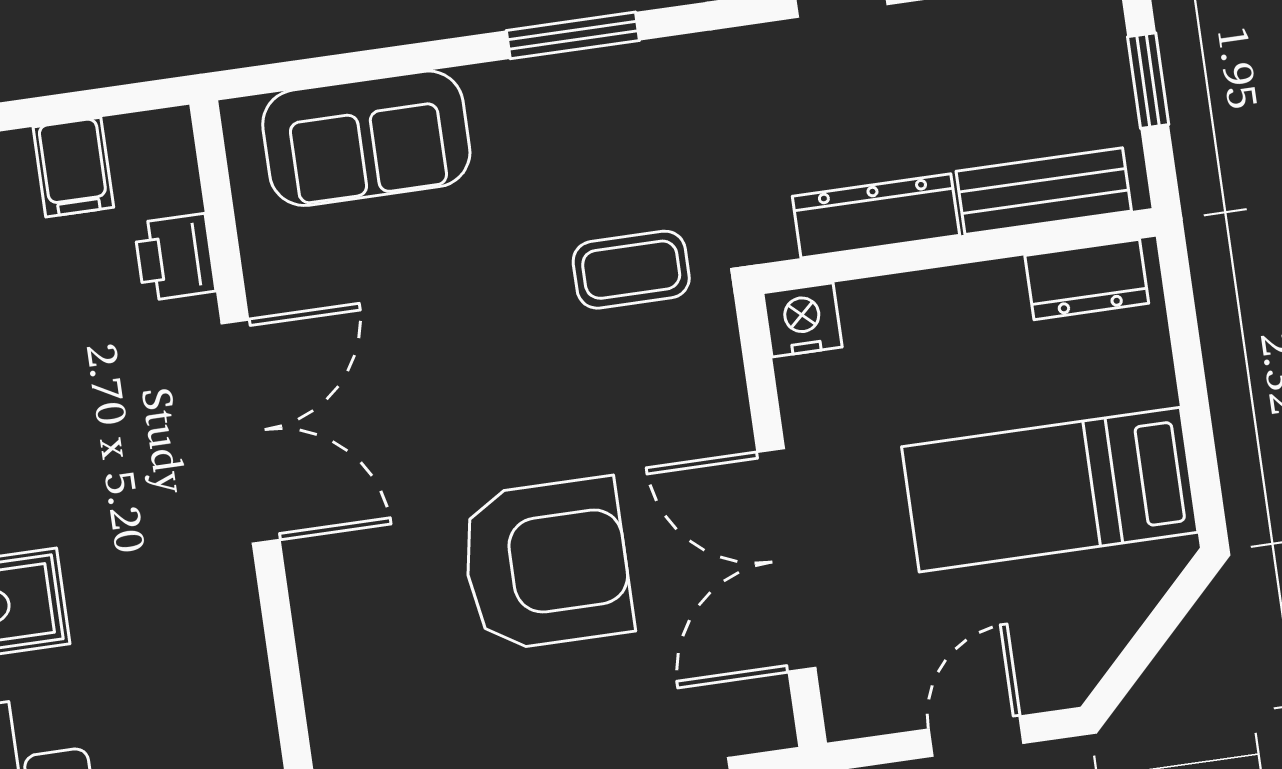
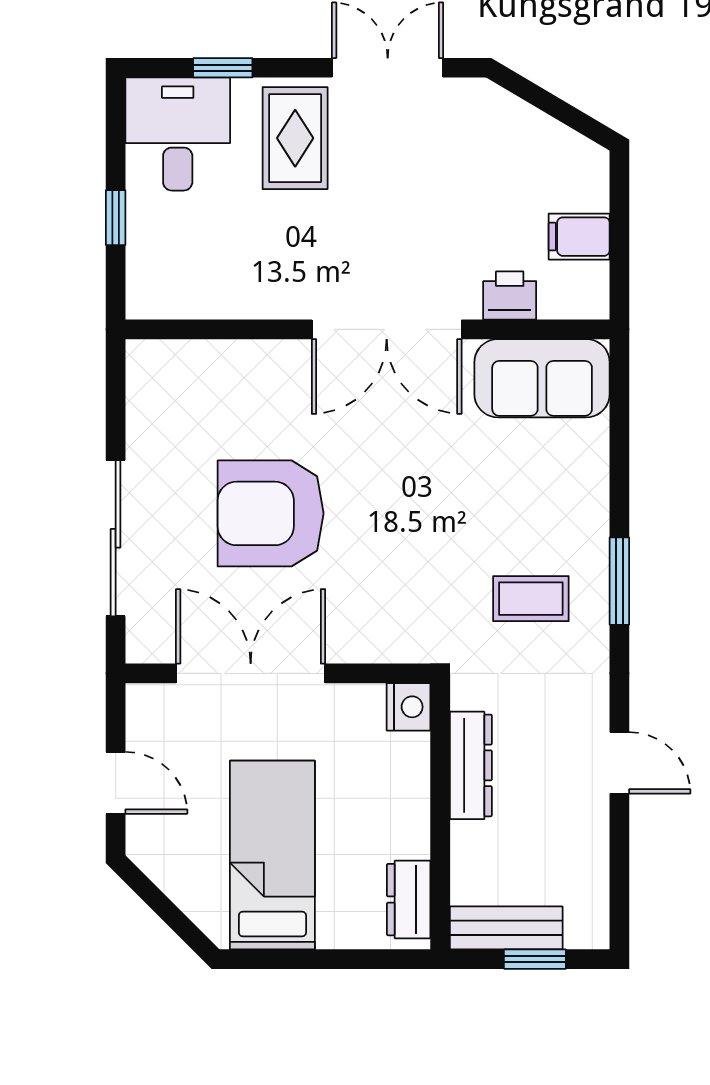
sofa: (366, 138) -> (542, 378), moved, turned -90
bench: (1044, 191) -> (506, 928), moved, turned 90
coffee table: (631, 270) -> (531, 599), moved, turned 90
armchair: (546, 564) -> (271, 513), turned 90

